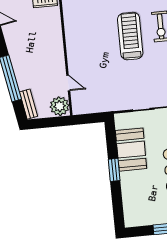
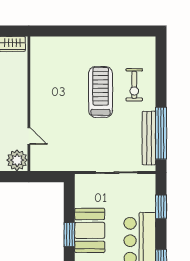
booth: (131, 150) -> (90, 230), moved

